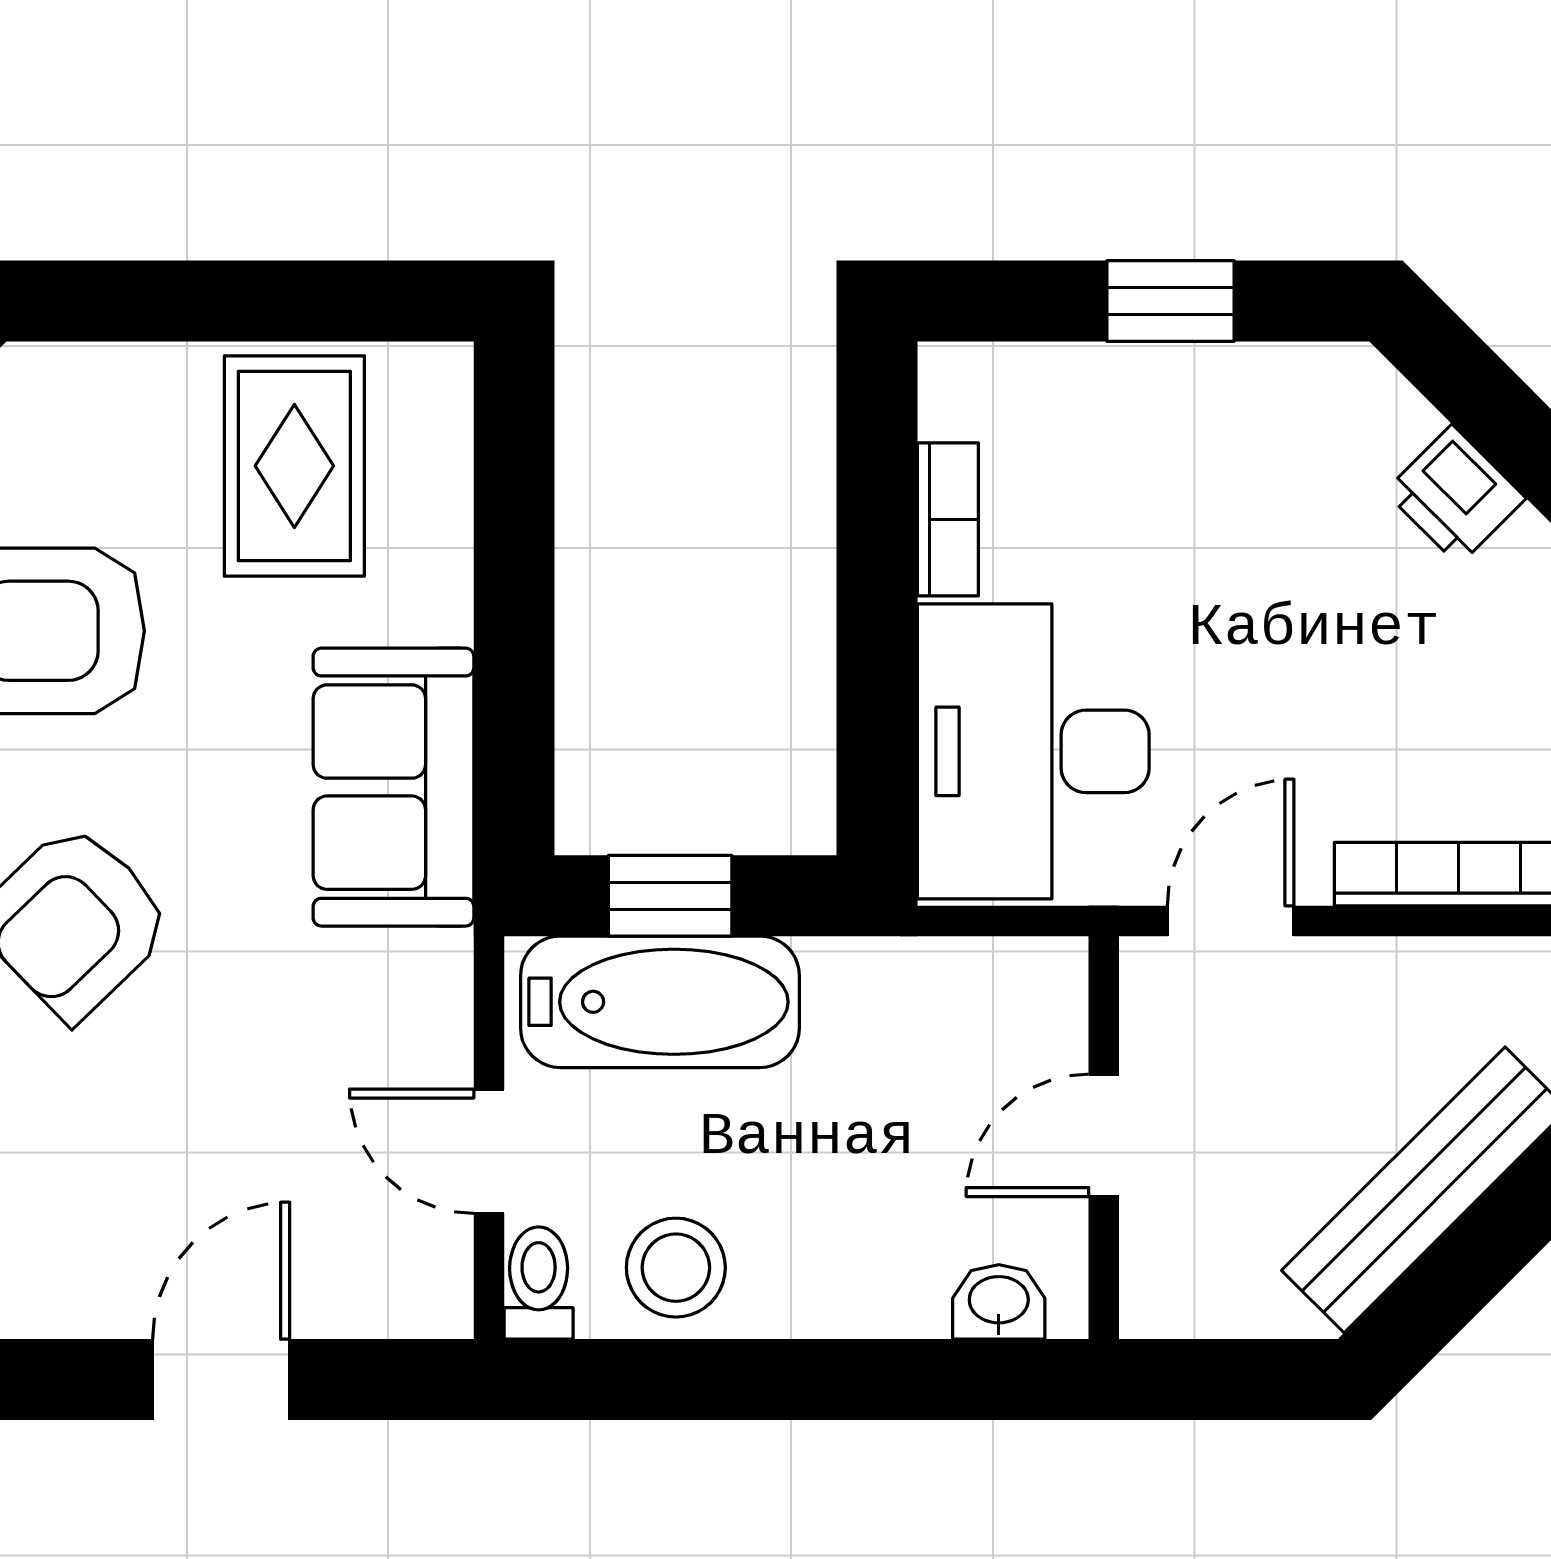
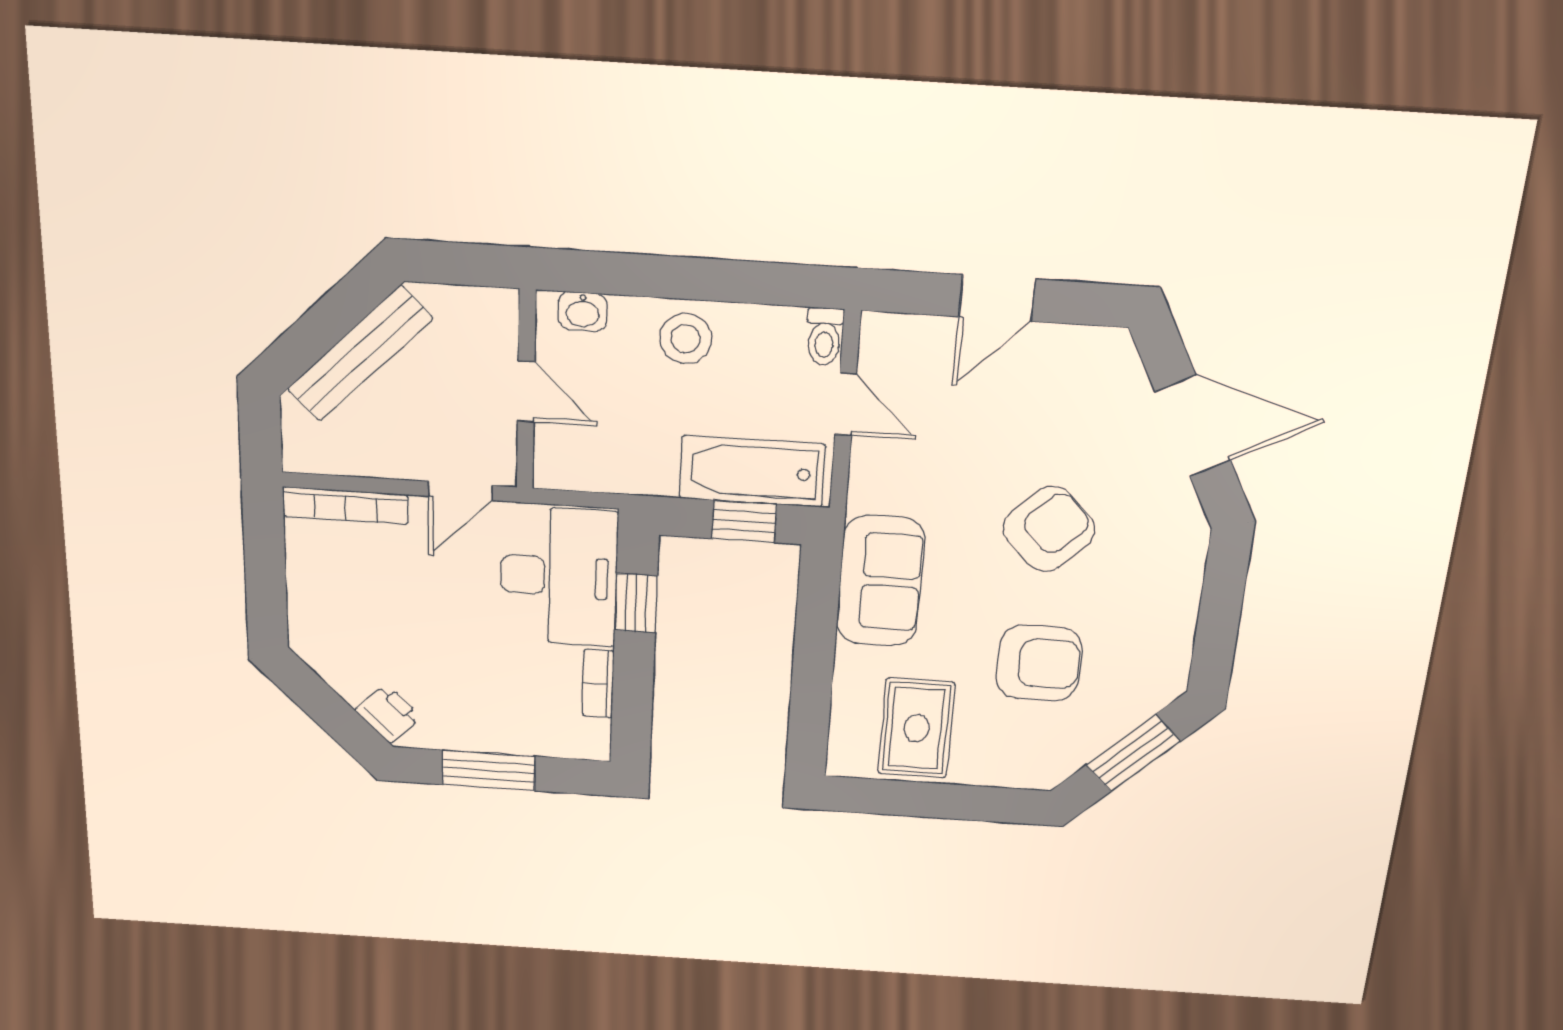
window: (1171, 301) -> (489, 771), width x1.50
printer: (1455, 495) -> (388, 713), moved
window: (877, 704) -> (636, 603), added
door: (1104, 1135) -> (526, 391), hinge flipped
stool: (676, 1268) -> (686, 339), moved

